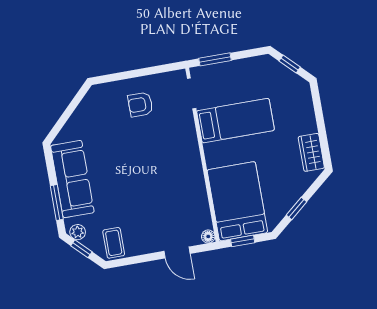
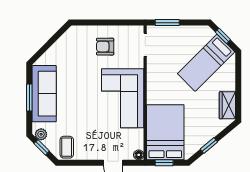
bed: (235, 121) -> (206, 63), moved, turned 135
corner sofa: (175, 167) -> (123, 98), added
window: (57, 202) -> (29, 97), moved

